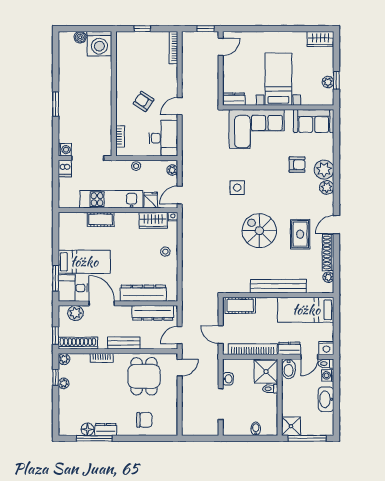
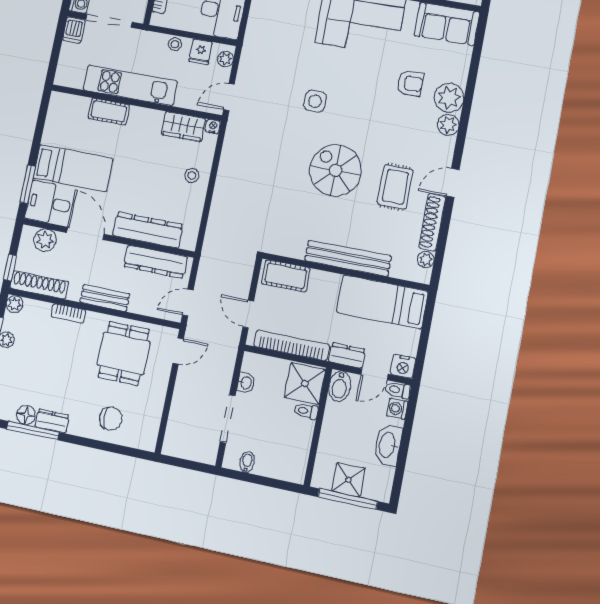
fridge: (151, 200) -> (201, 52), moved, turned 180
shower: (291, 426) -> (348, 480), moved
bidet: (256, 429) -> (247, 462), moved

